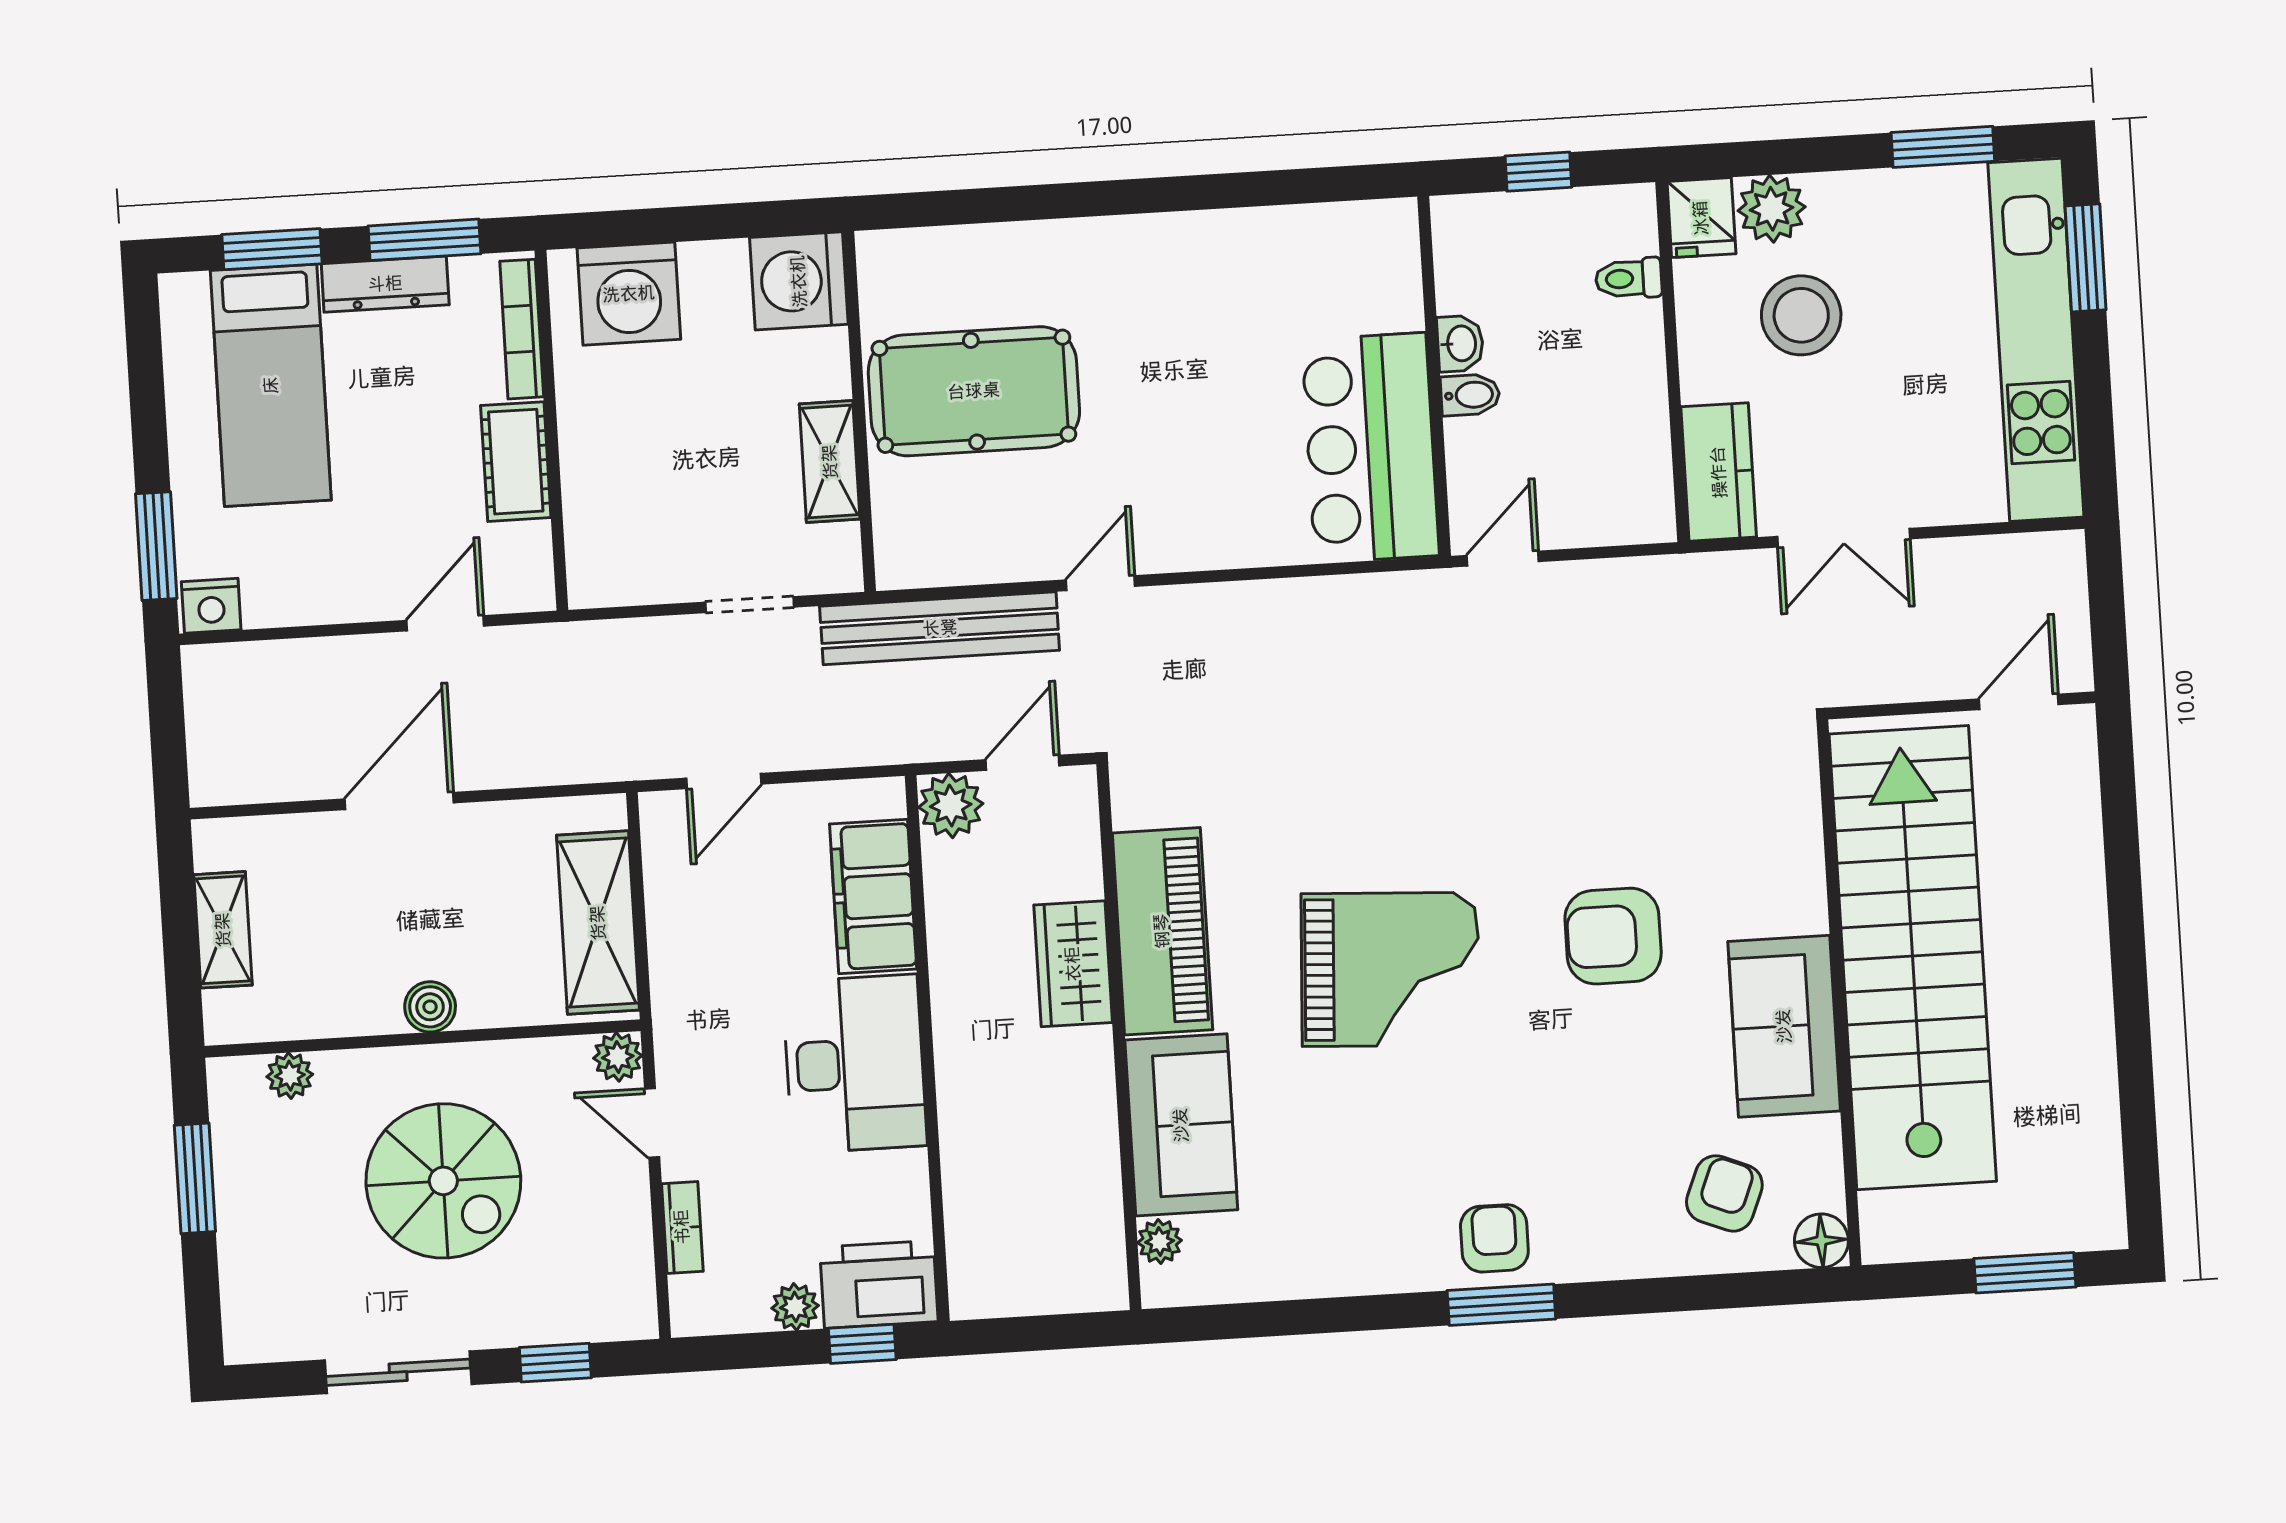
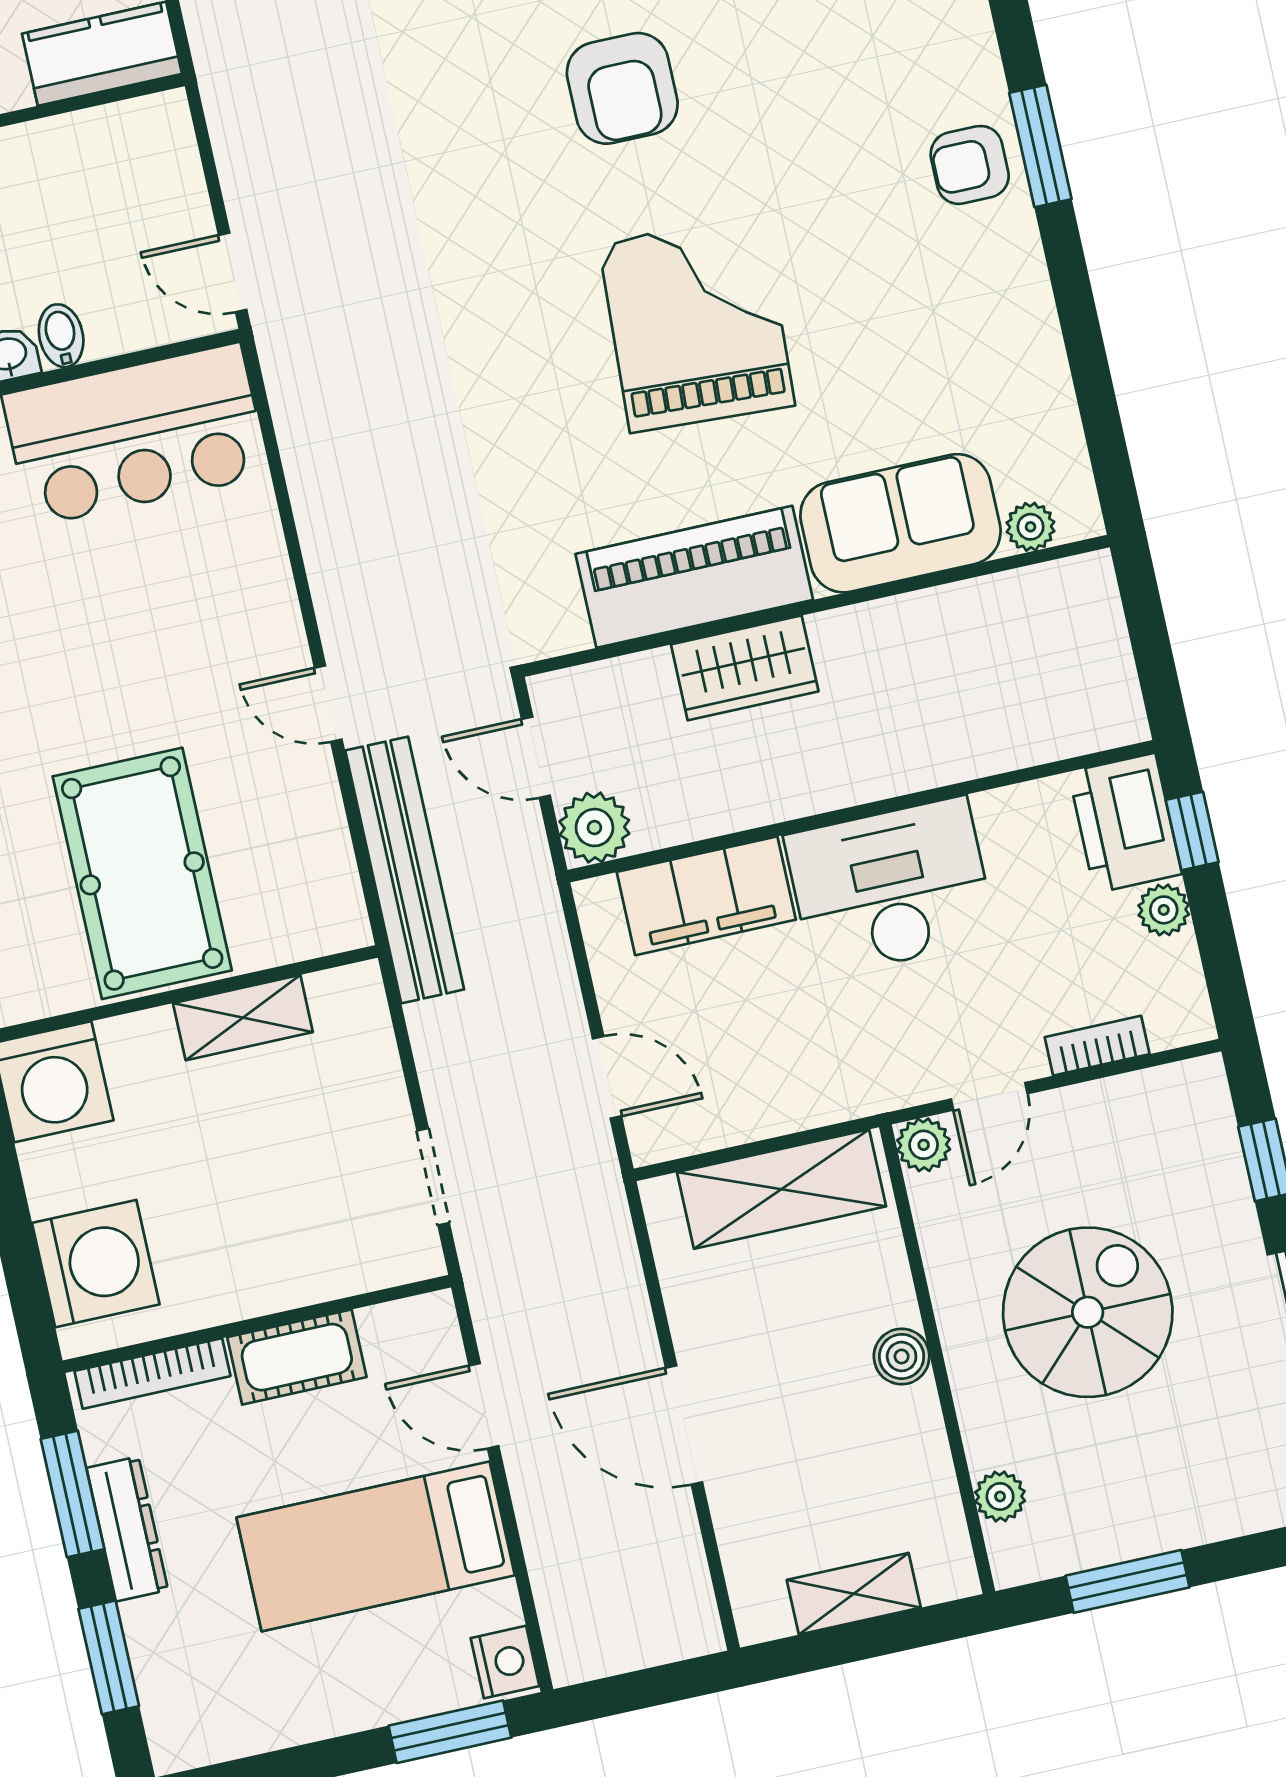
bed: (271, 385) -> (376, 1546), moved, turned 180
doorway: (750, 605) -> (433, 1177), moved

